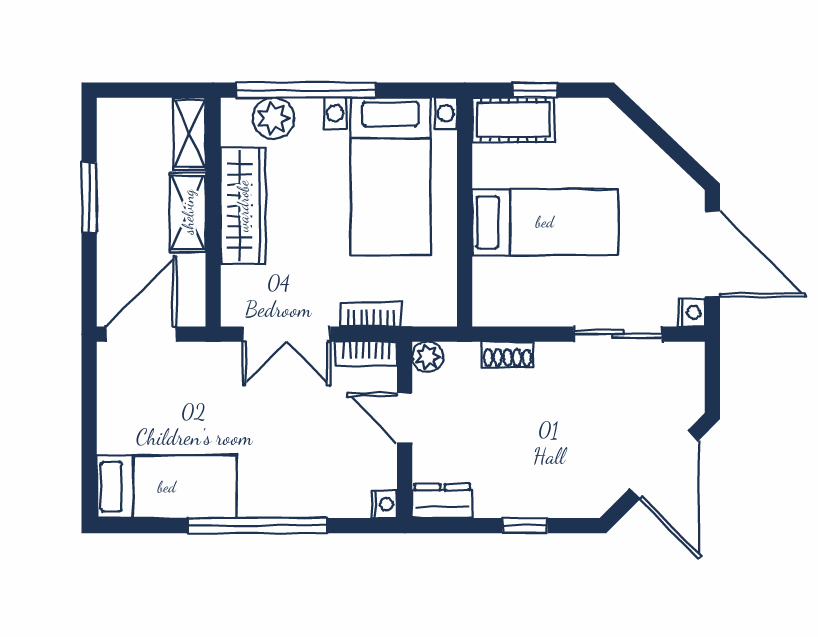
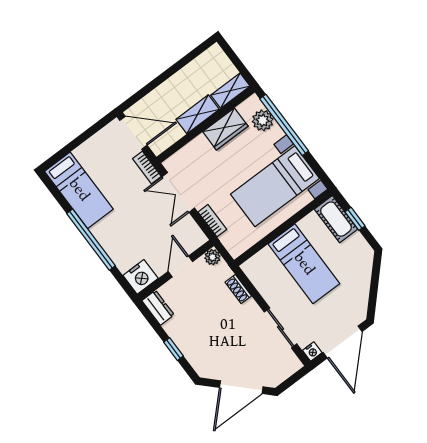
window: (89, 198) -> (173, 69), removed
wardrobe: (243, 206) -> (225, 129), width x0.67
bookcase: (366, 354) -> (147, 168), moved
nightstand: (384, 504) -> (141, 277), width x1.89, depth x1.79

